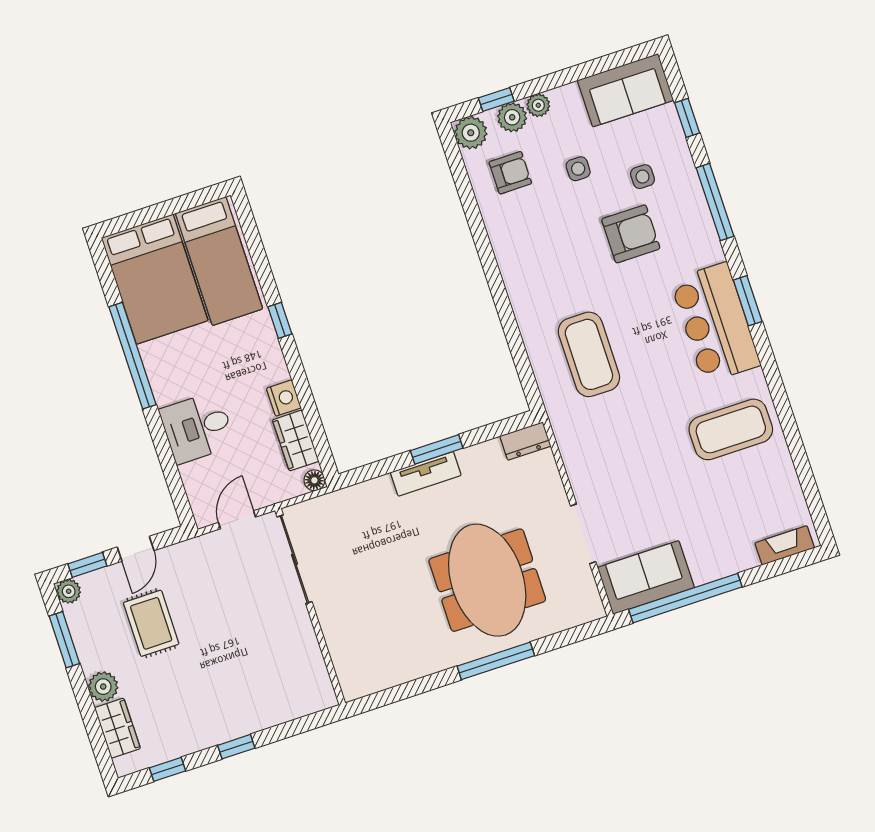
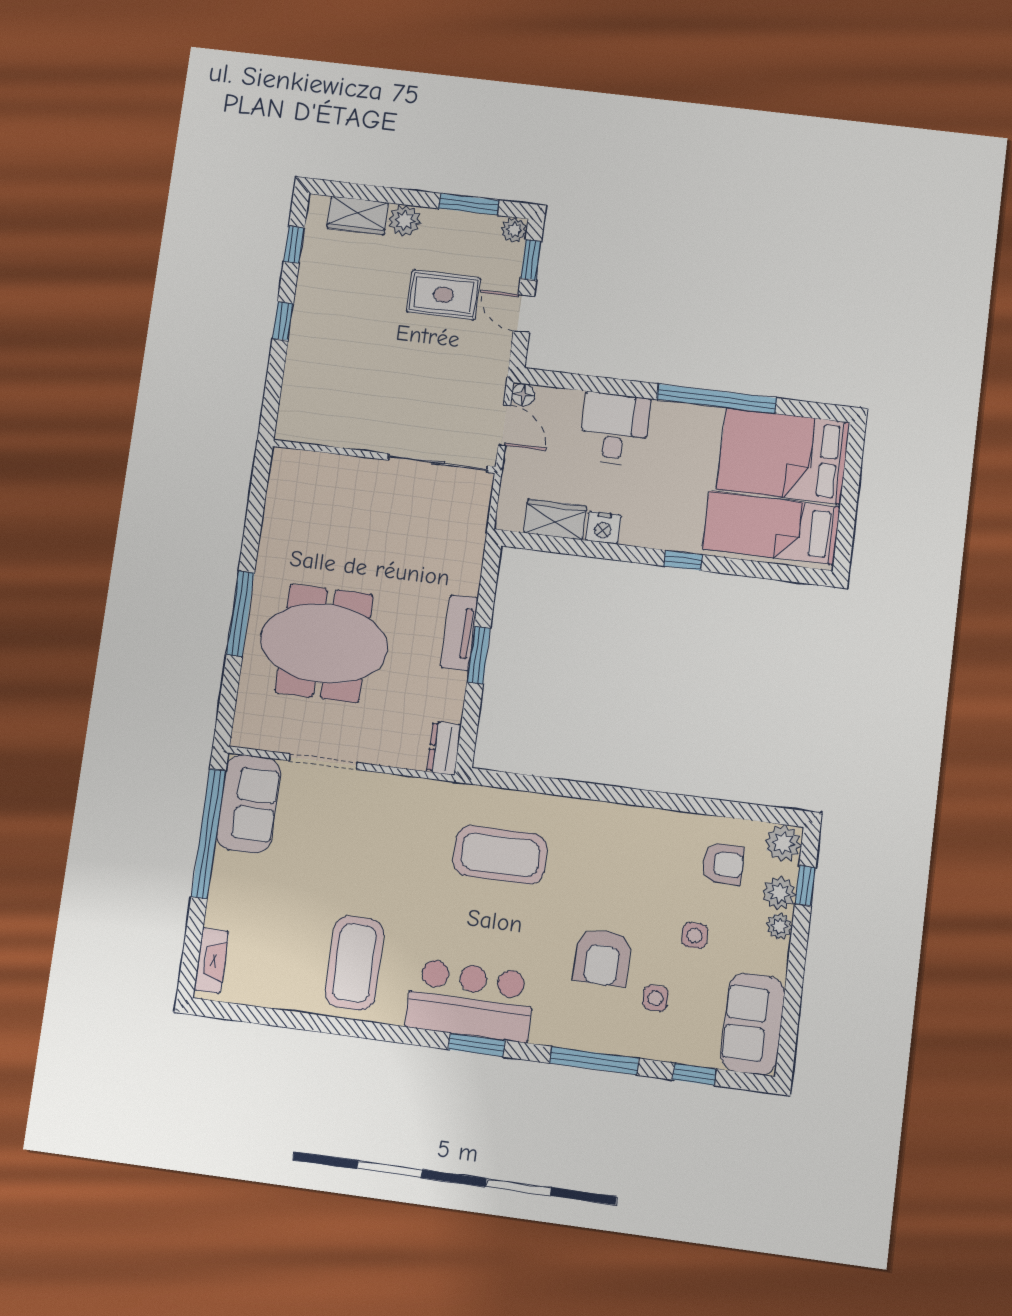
armchair: (510, 173) -> (723, 864), turned -90
floor lamp: (314, 480) -> (523, 395), moved

